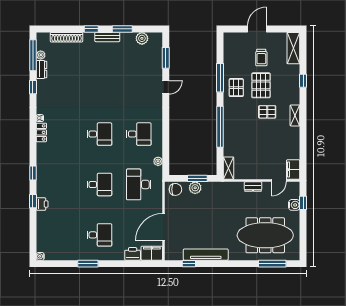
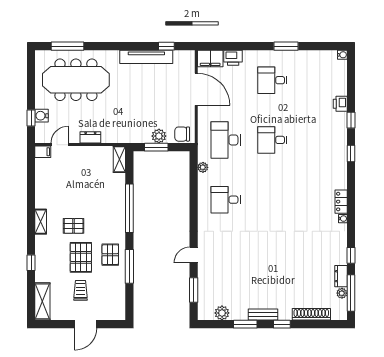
desk: (99, 134) -> (272, 200), removed
filing cabinet: (293, 170) -> (43, 152), width x0.50
desk: (139, 184) -> (226, 140), turned 180
printer: (42, 204) -> (340, 104), moved
door: (164, 227) -> (196, 89), hinge flipped

